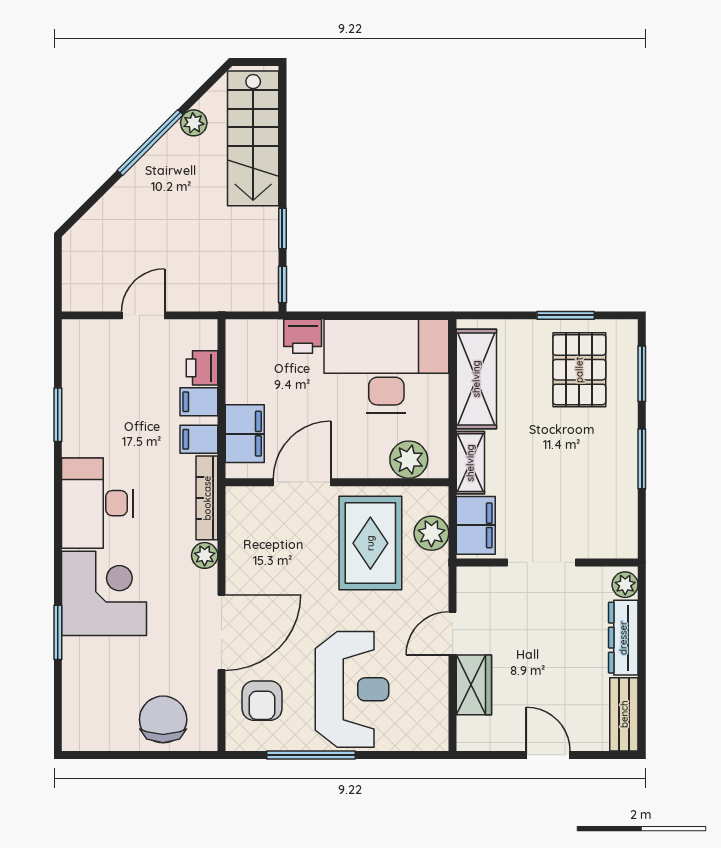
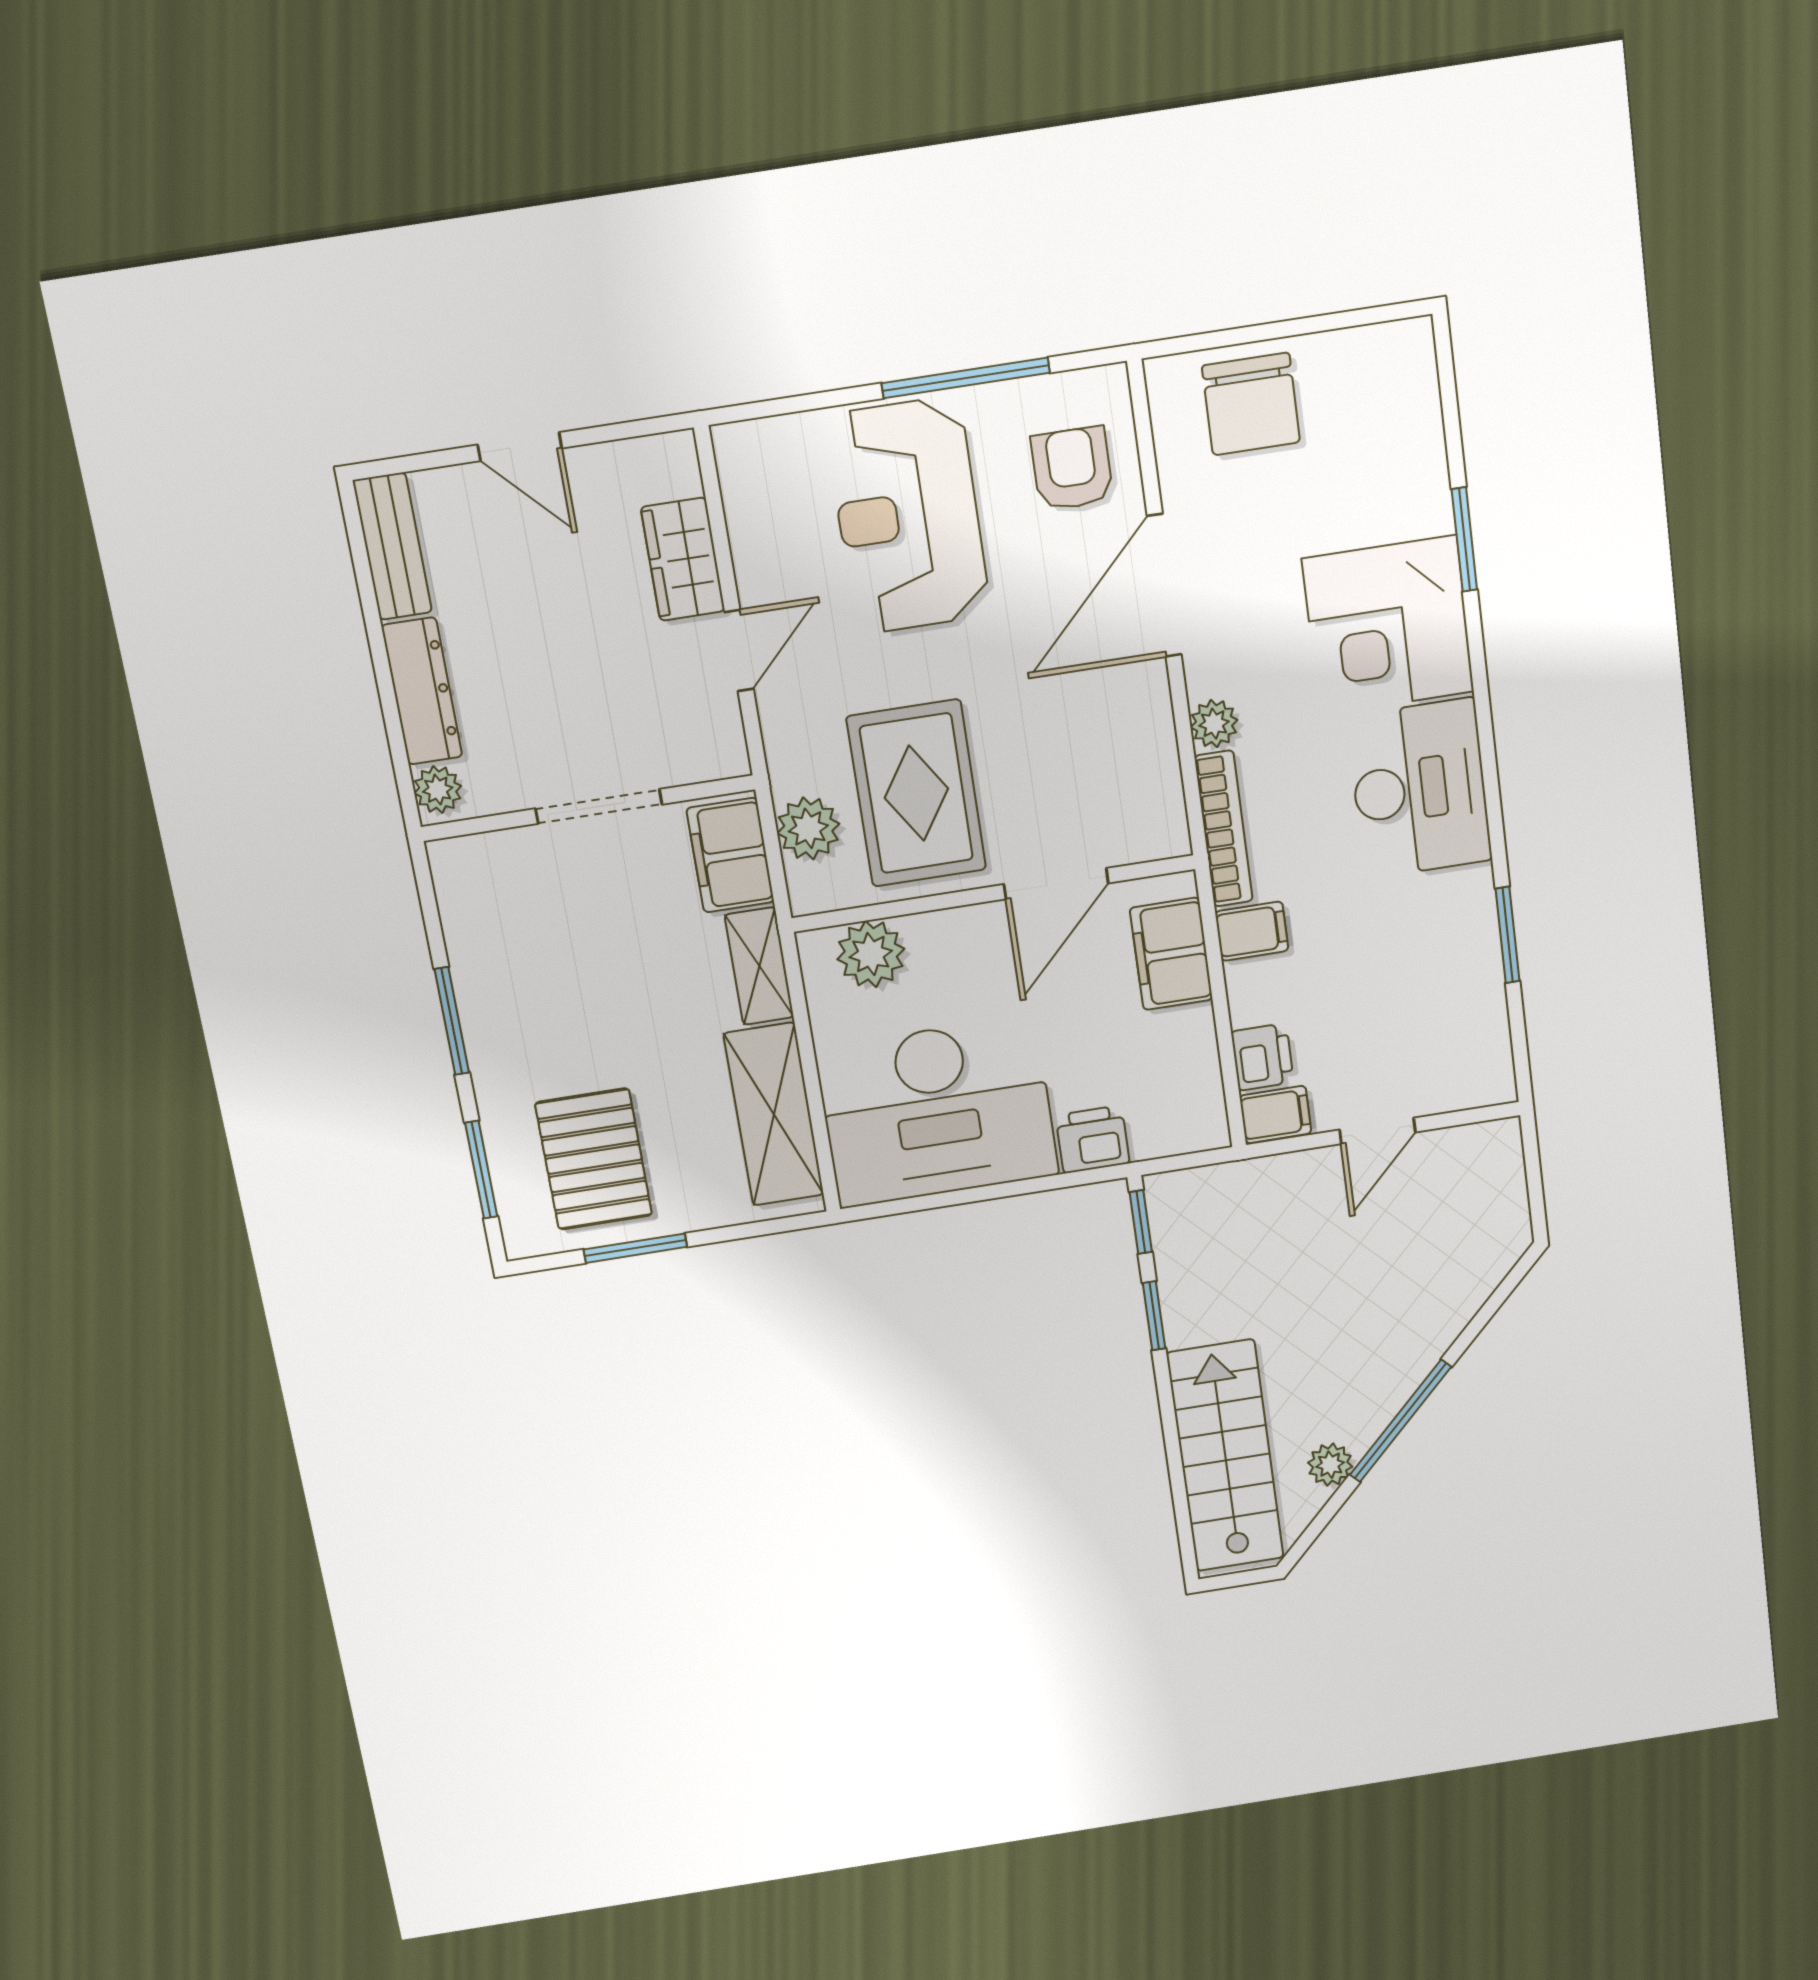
filing cabinet: (199, 402) -> (1276, 1115), moved

